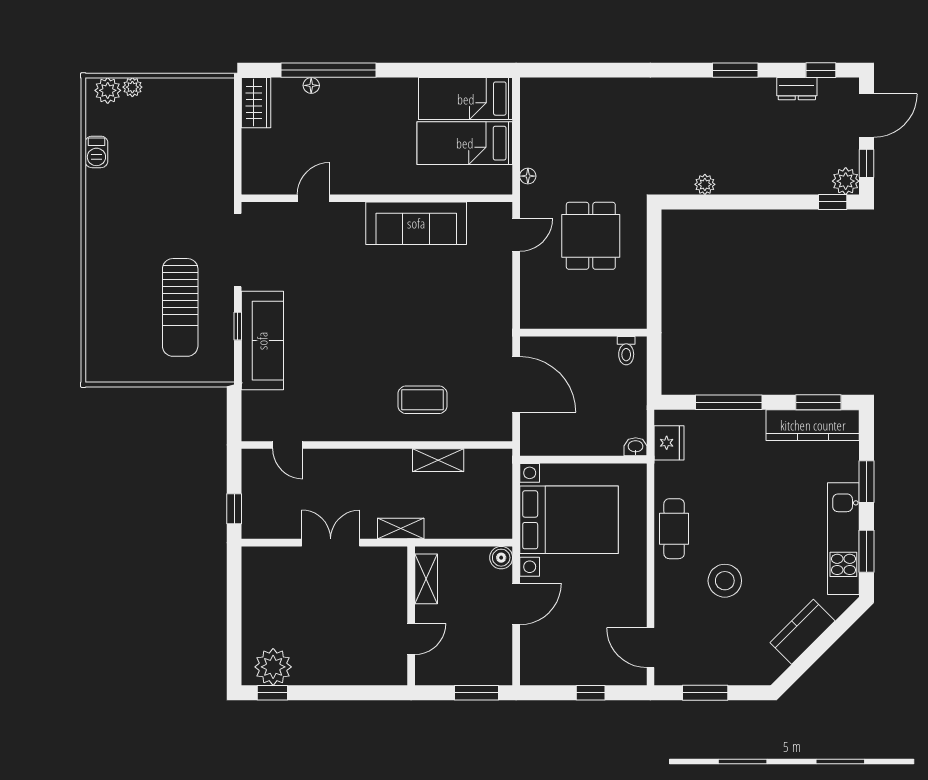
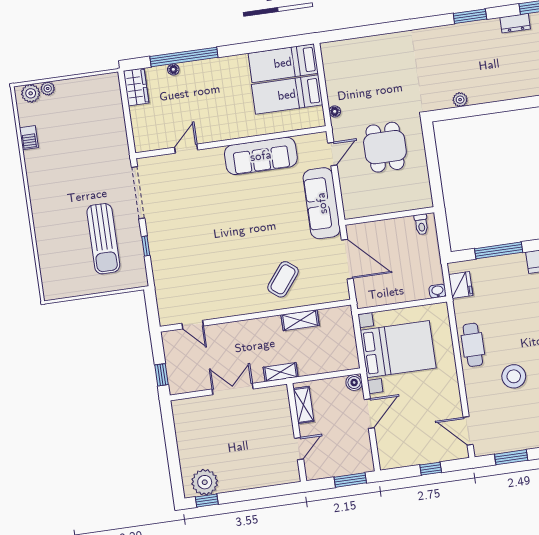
sofa: (262, 341) -> (322, 203), moved, turned 180
coffee table: (422, 400) -> (283, 279), turned -52

